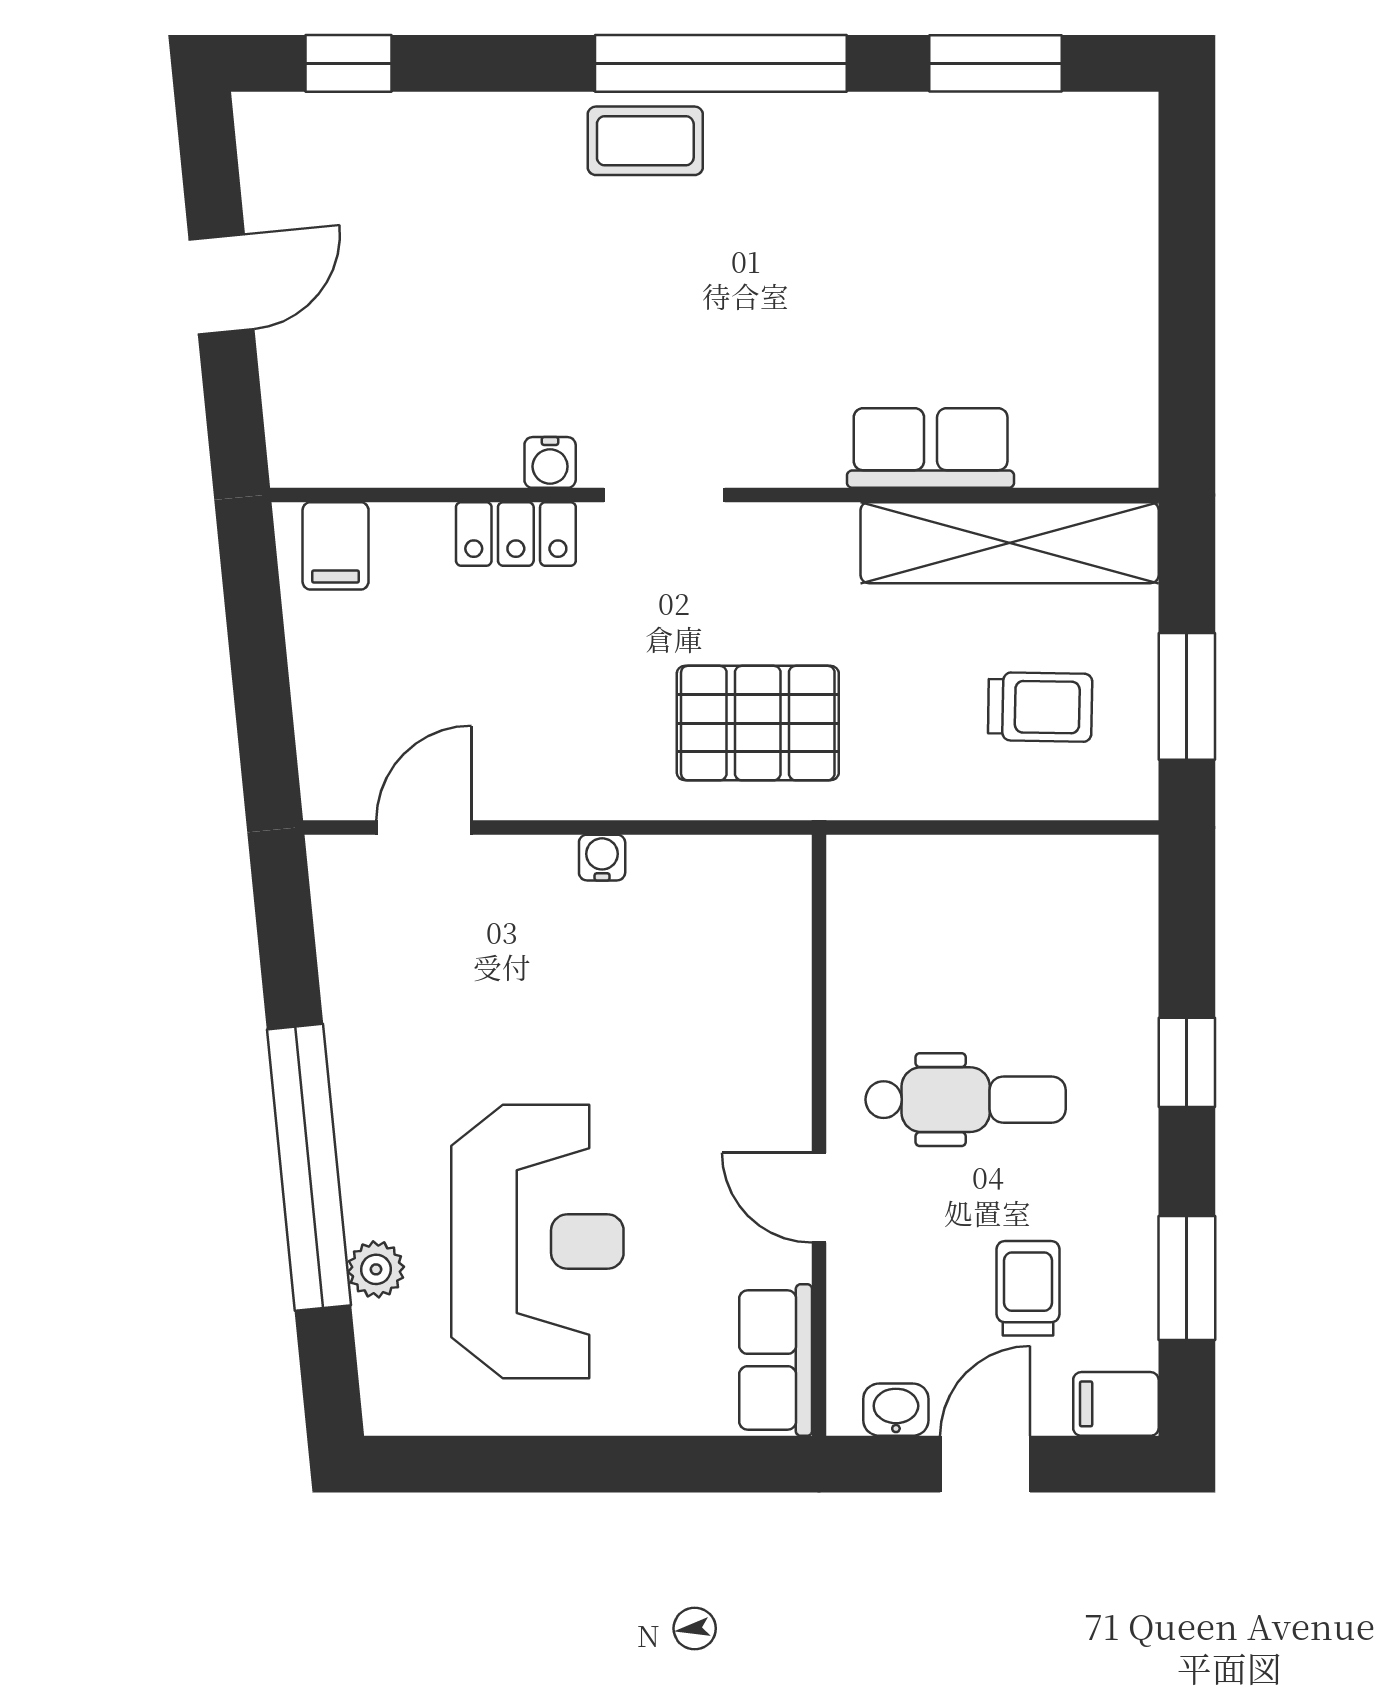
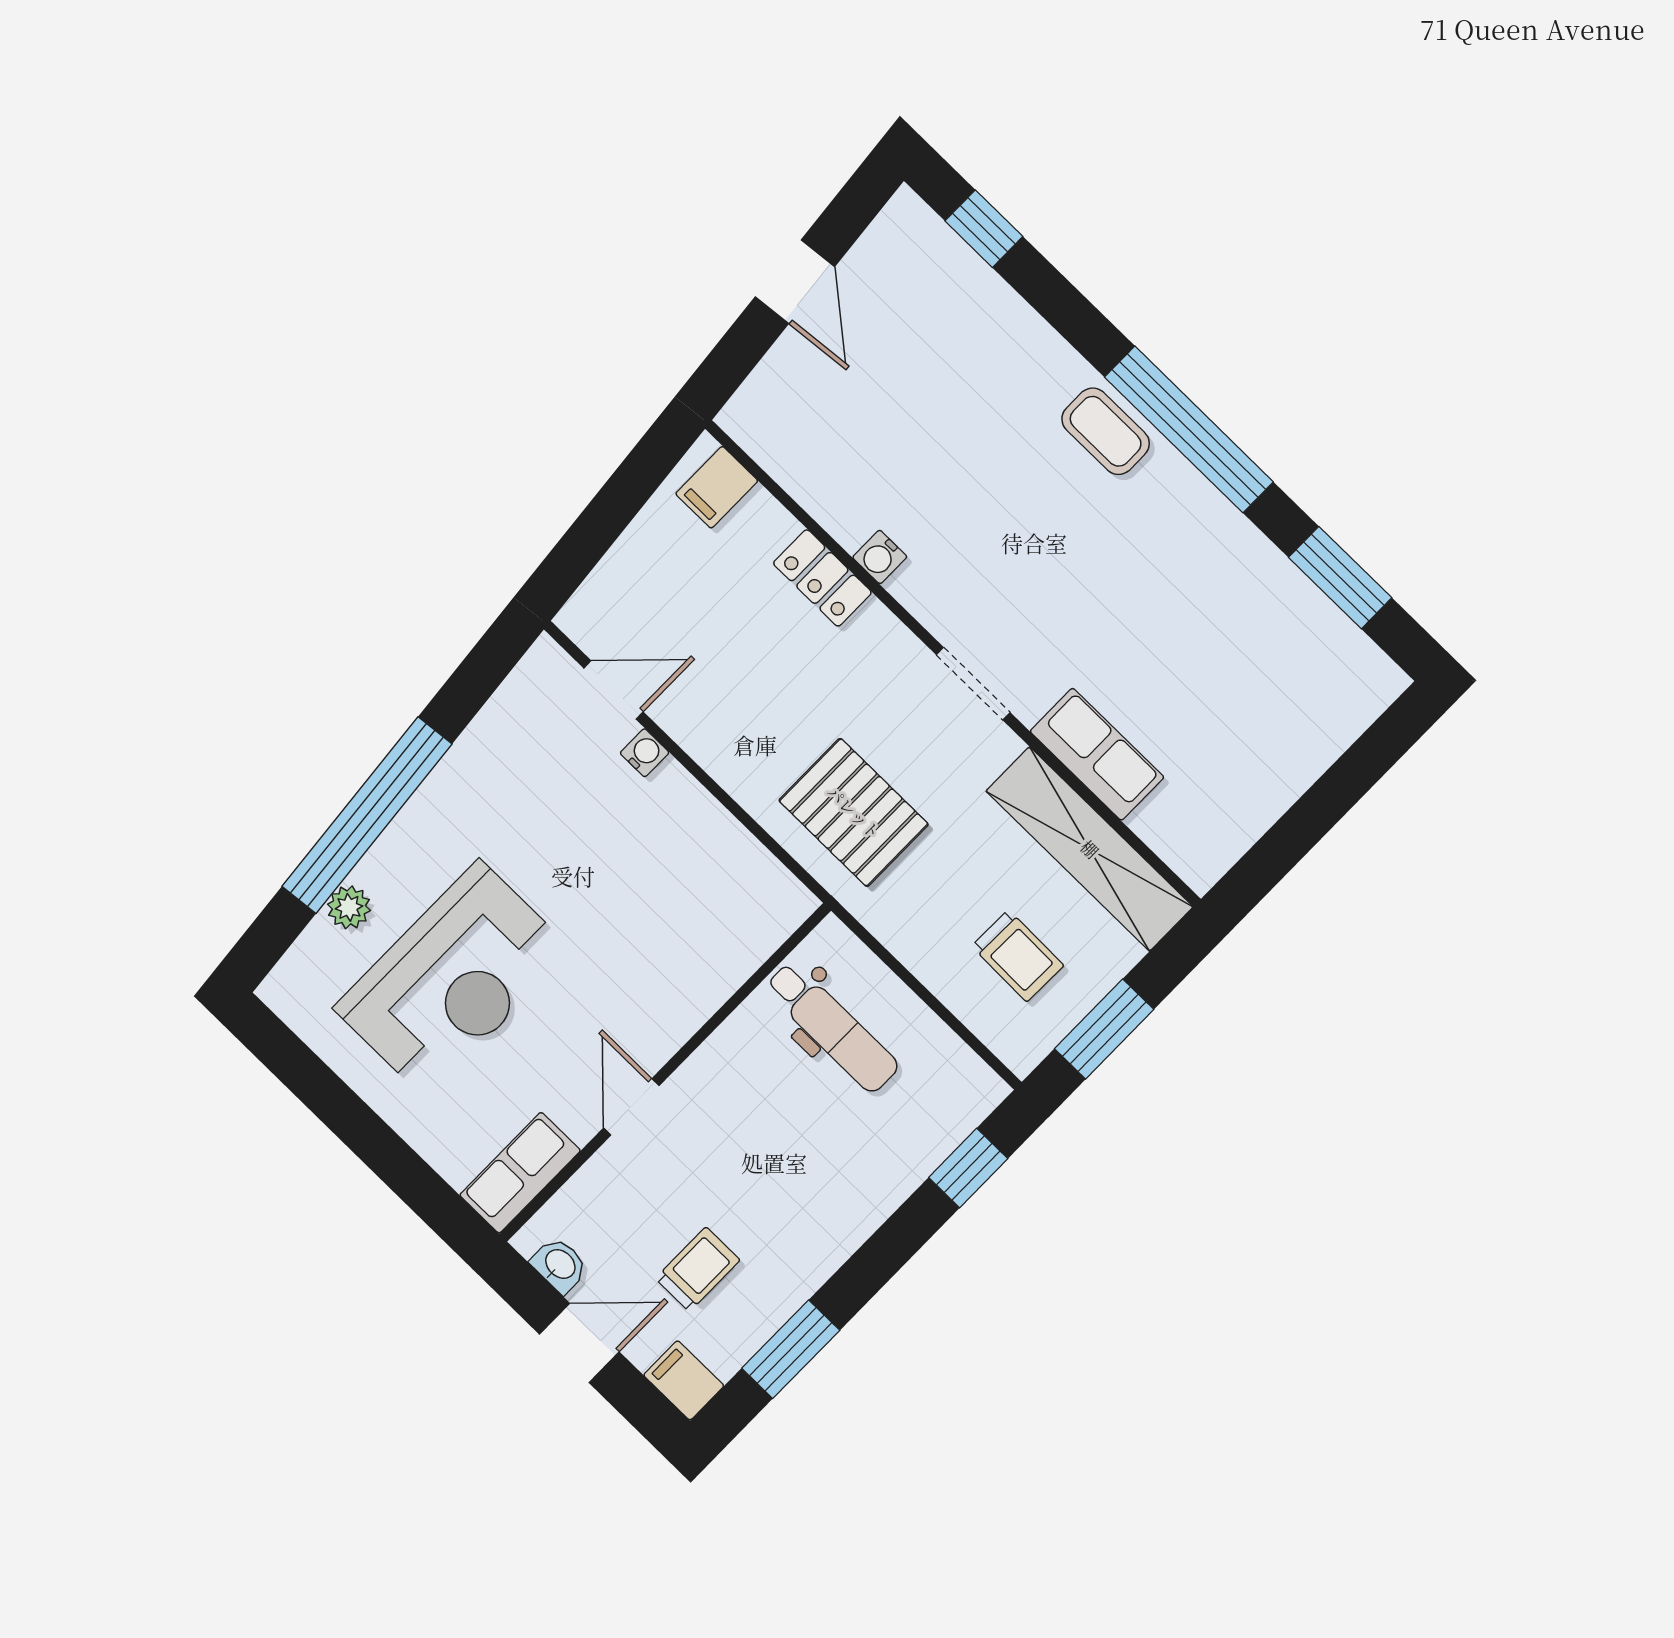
door: (221, 284) -> (795, 282), hinge flipped
doorway: (664, 495) -> (973, 684), moved
water cooler: (602, 858) -> (645, 753), moved
window: (1187, 1062) -> (968, 1168), moved
dental chair: (966, 1100) -> (832, 1027), moved

